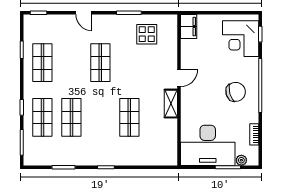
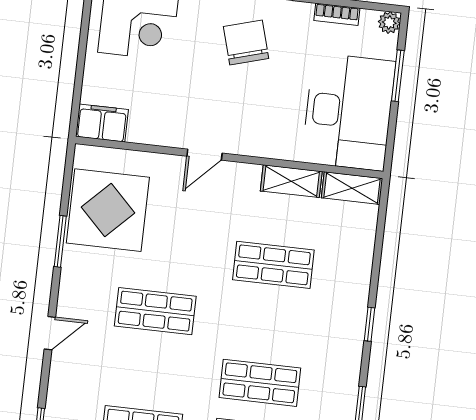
display table: (147, 34) -> (108, 210), width x1.86, depth x1.86
door: (179, 78) -> (205, 155), swing flipped
shelving: (171, 104) -> (291, 181), moved
shelving: (171, 151) -> (352, 188), added
plant: (241, 160) -> (389, 23), moved

